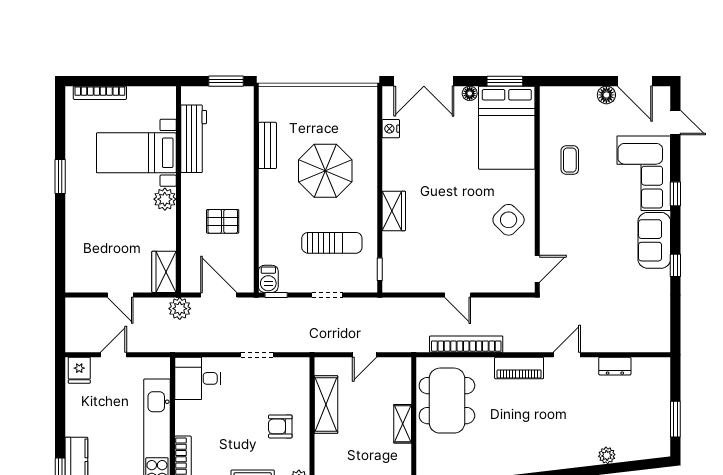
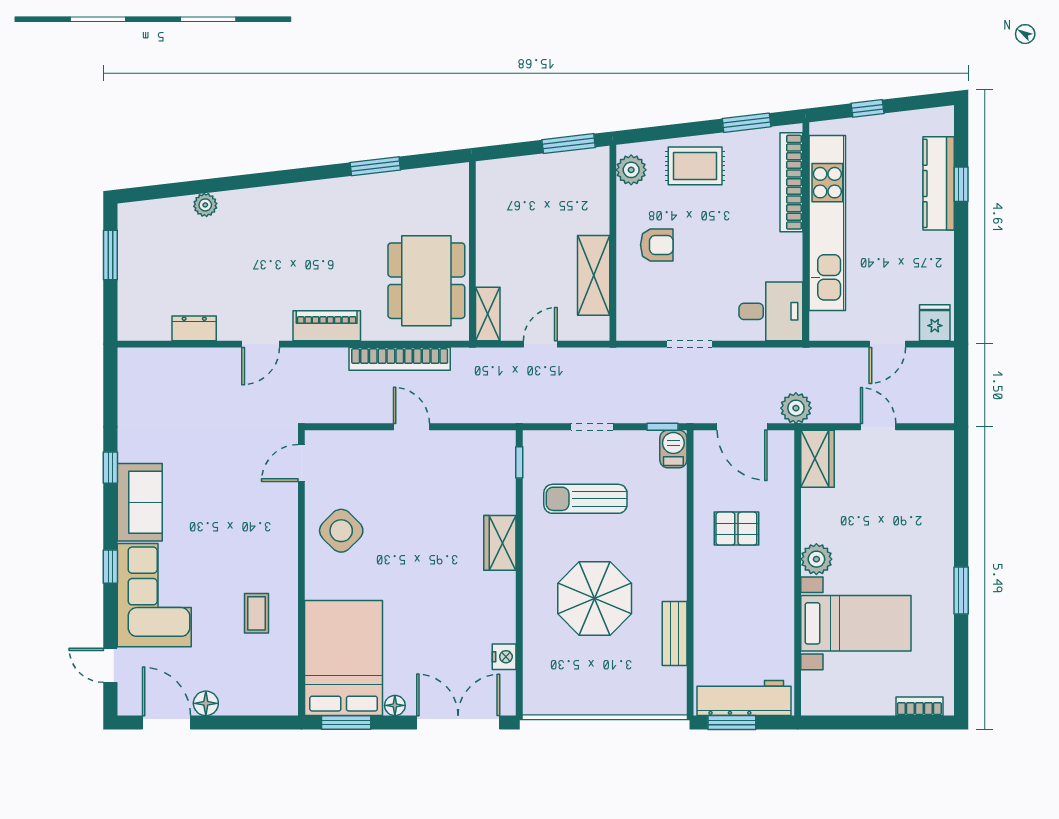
bookcase: (100, 93) -> (919, 706), width x0.64
workbench: (194, 139) -> (744, 698), moved, turned 90
shelving: (403, 424) -> (488, 314), moved

